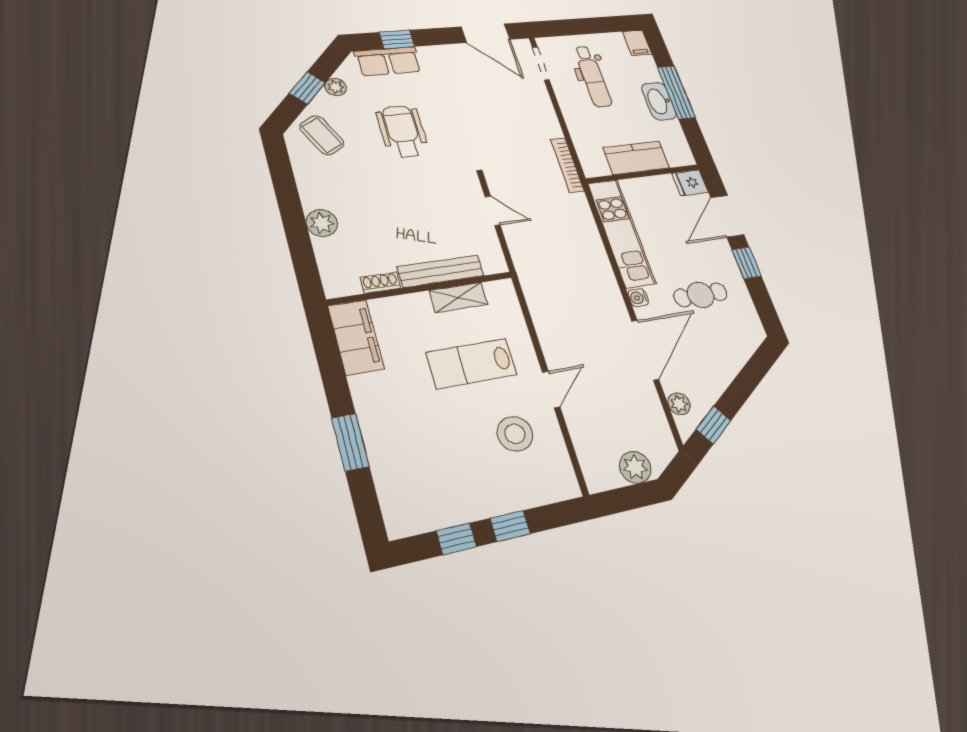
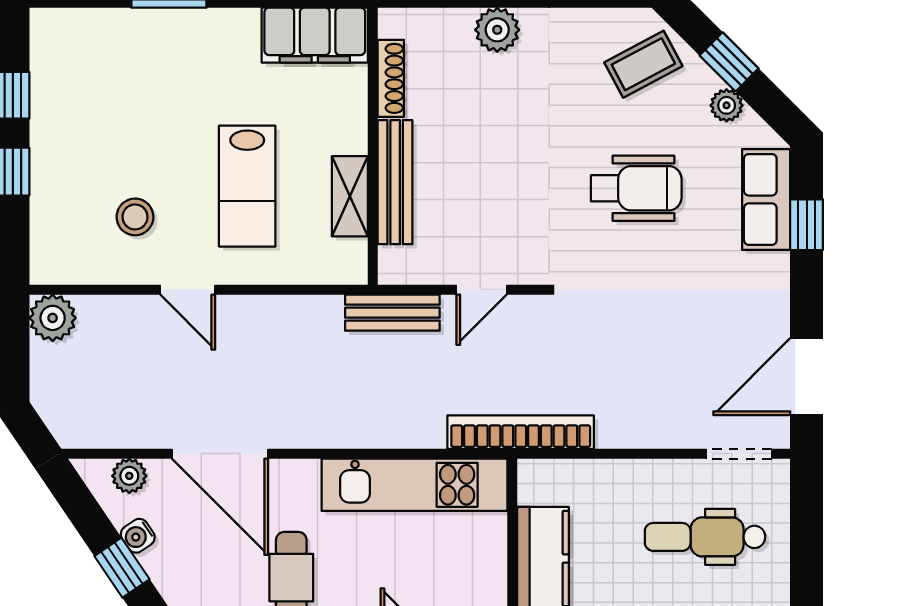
bookcase: (567, 165) -> (521, 432), width x1.48, depth x1.31
bench: (524, 261) -> (392, 313), added
shoe rack: (380, 283) -> (391, 78), width x1.43
water cooler: (638, 298) -> (138, 536), moved, turned -124
lab bench: (472, 364) -> (247, 186), turned 180
window: (714, 425) -> (122, 568), moved
stool: (515, 434) -> (135, 217), width x0.73, depth x0.73
plant: (635, 467) -> (53, 318), moved

